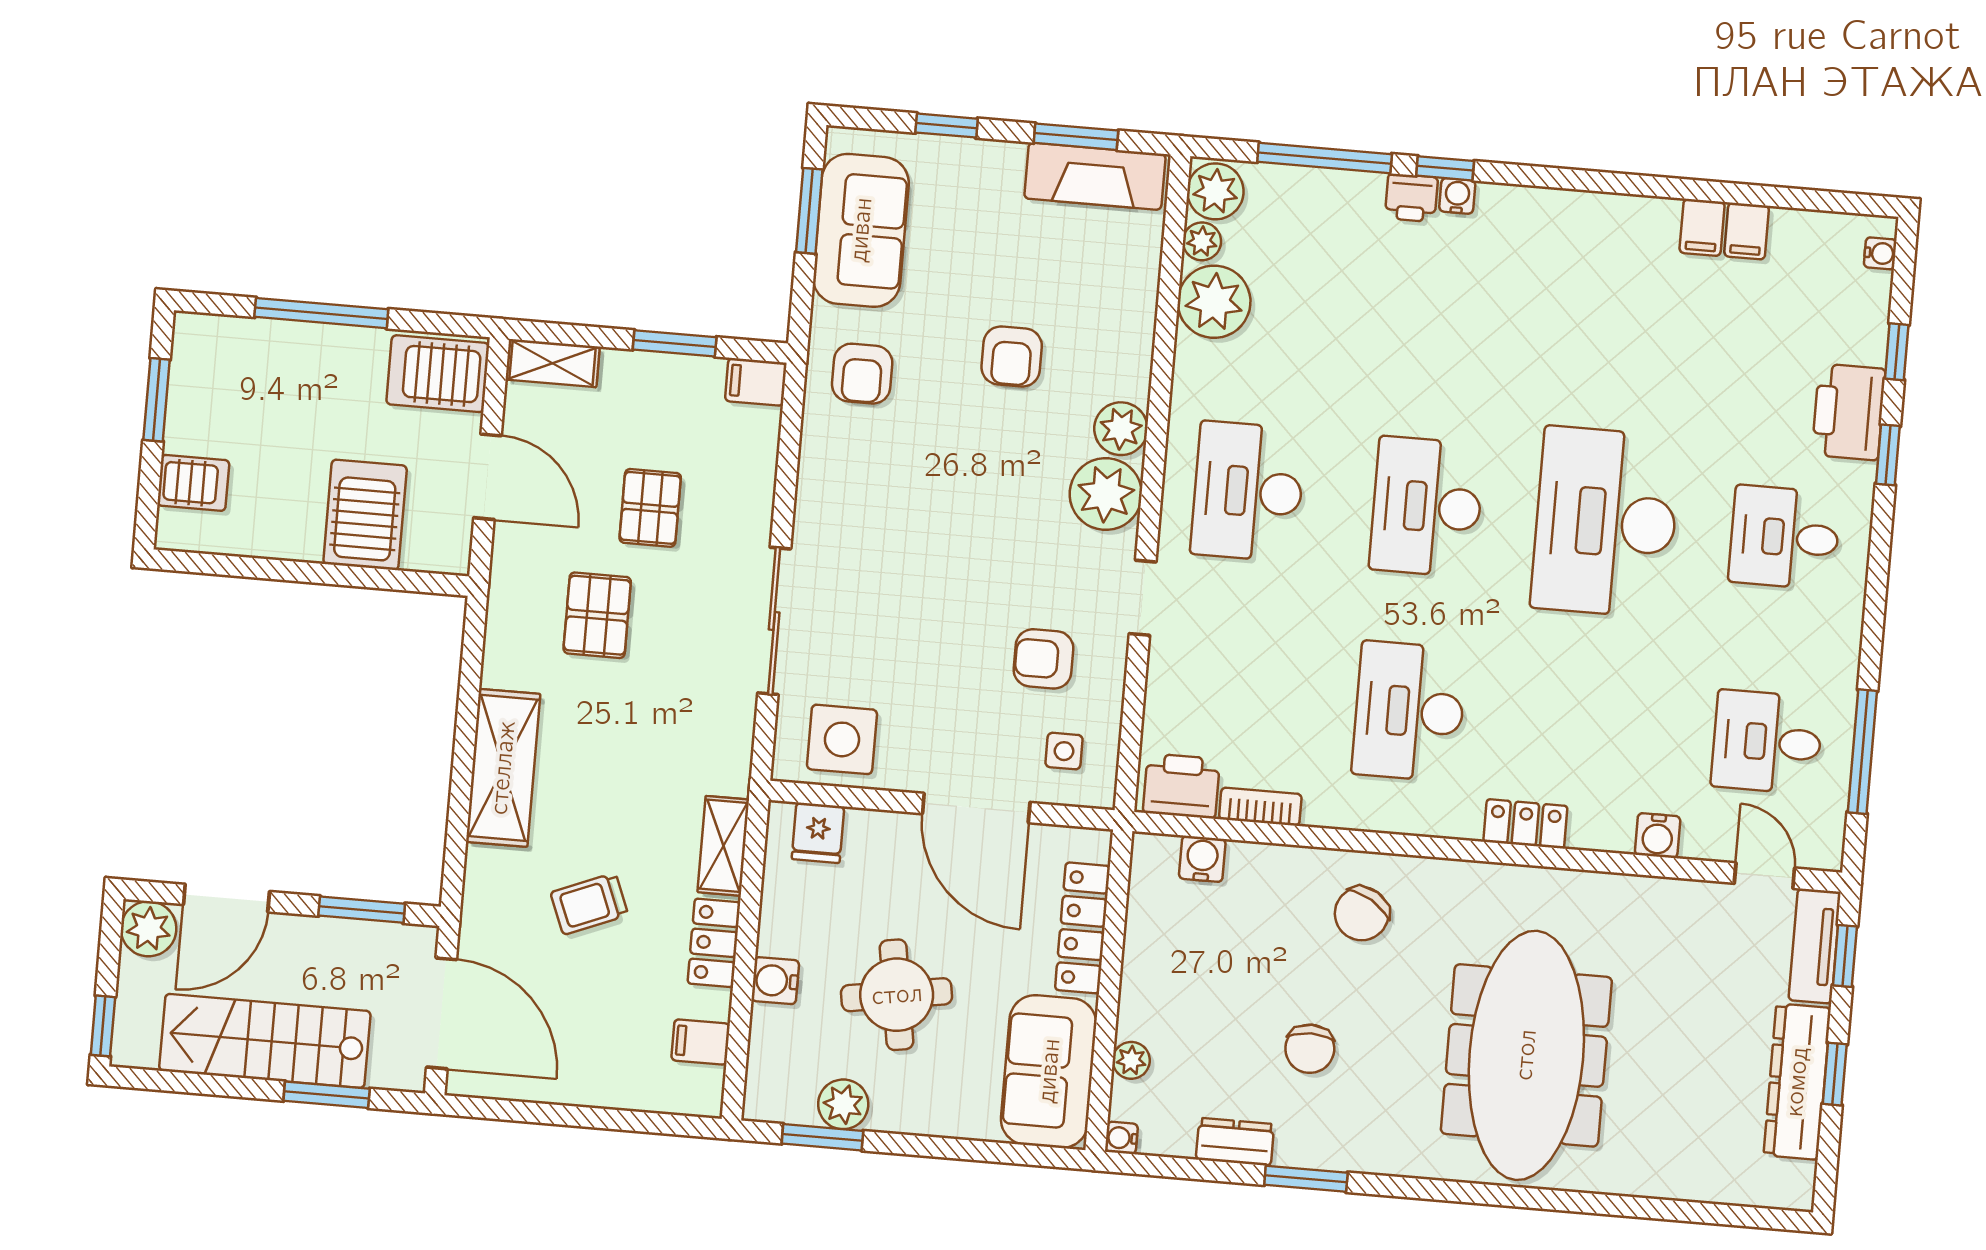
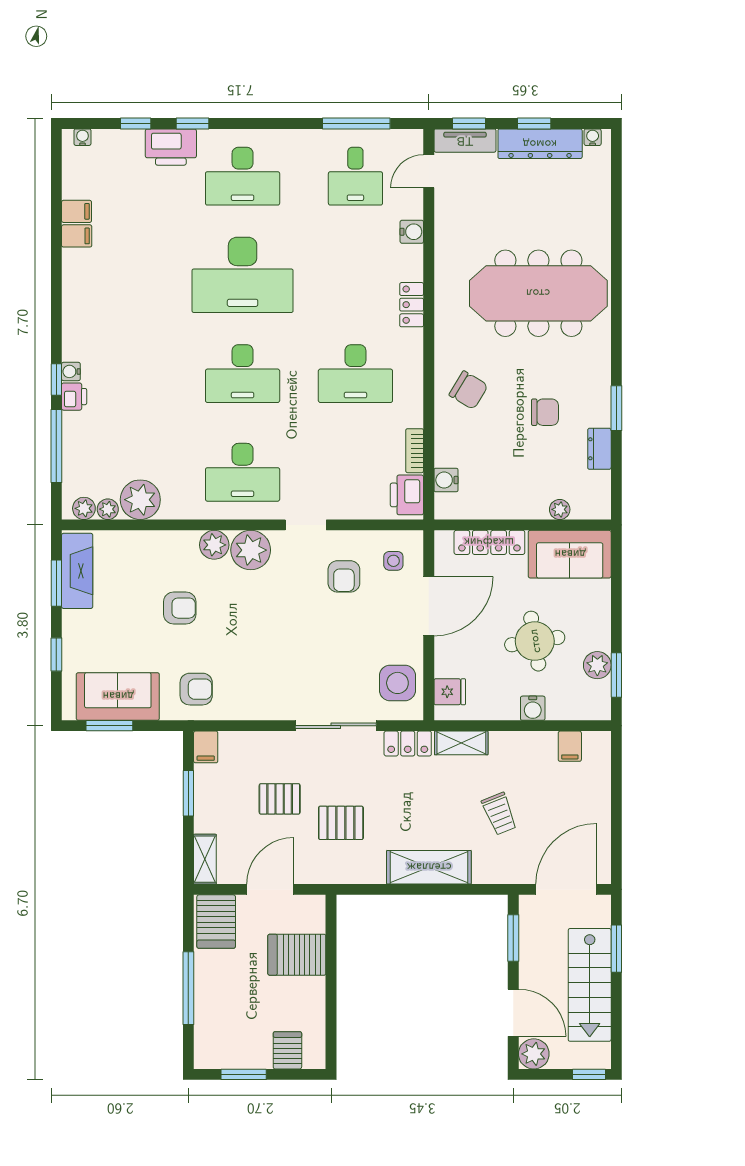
plant: (1215, 191) -> (84, 508), width x0.73, depth x0.73
desk: (1785, 537) -> (243, 176), width x1.37
locker: (714, 943) -> (408, 744), moved
water cooler: (1121, 1138) -> (593, 137), moved, turned 180

